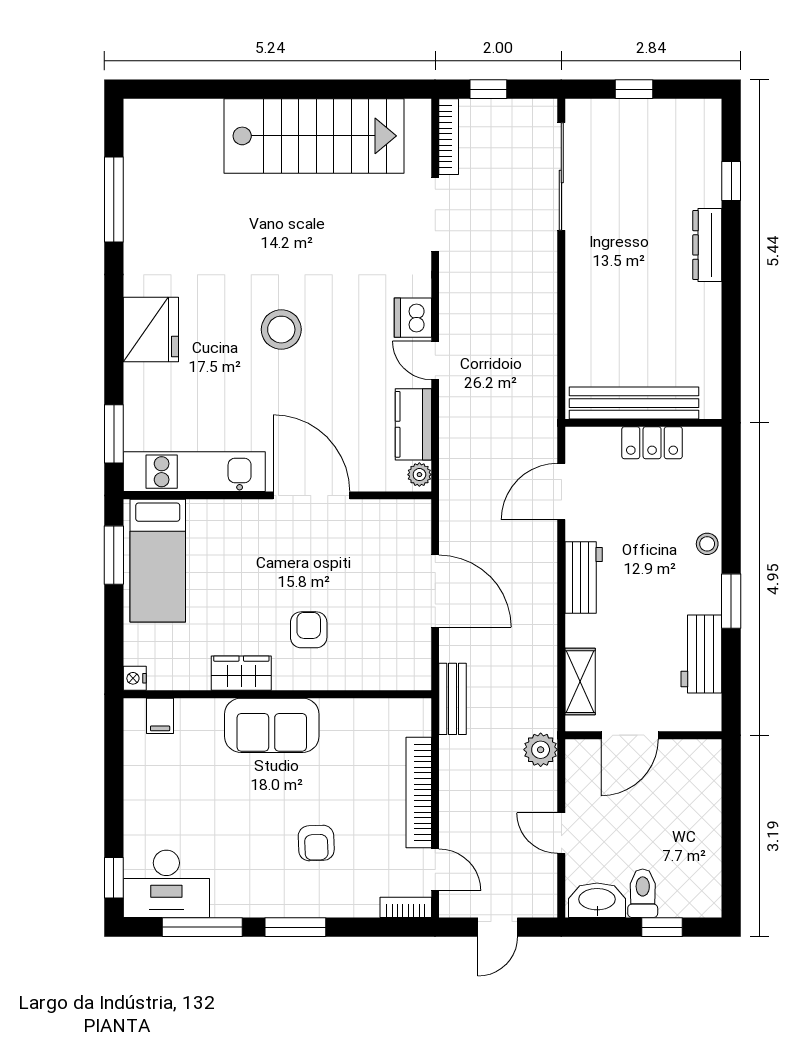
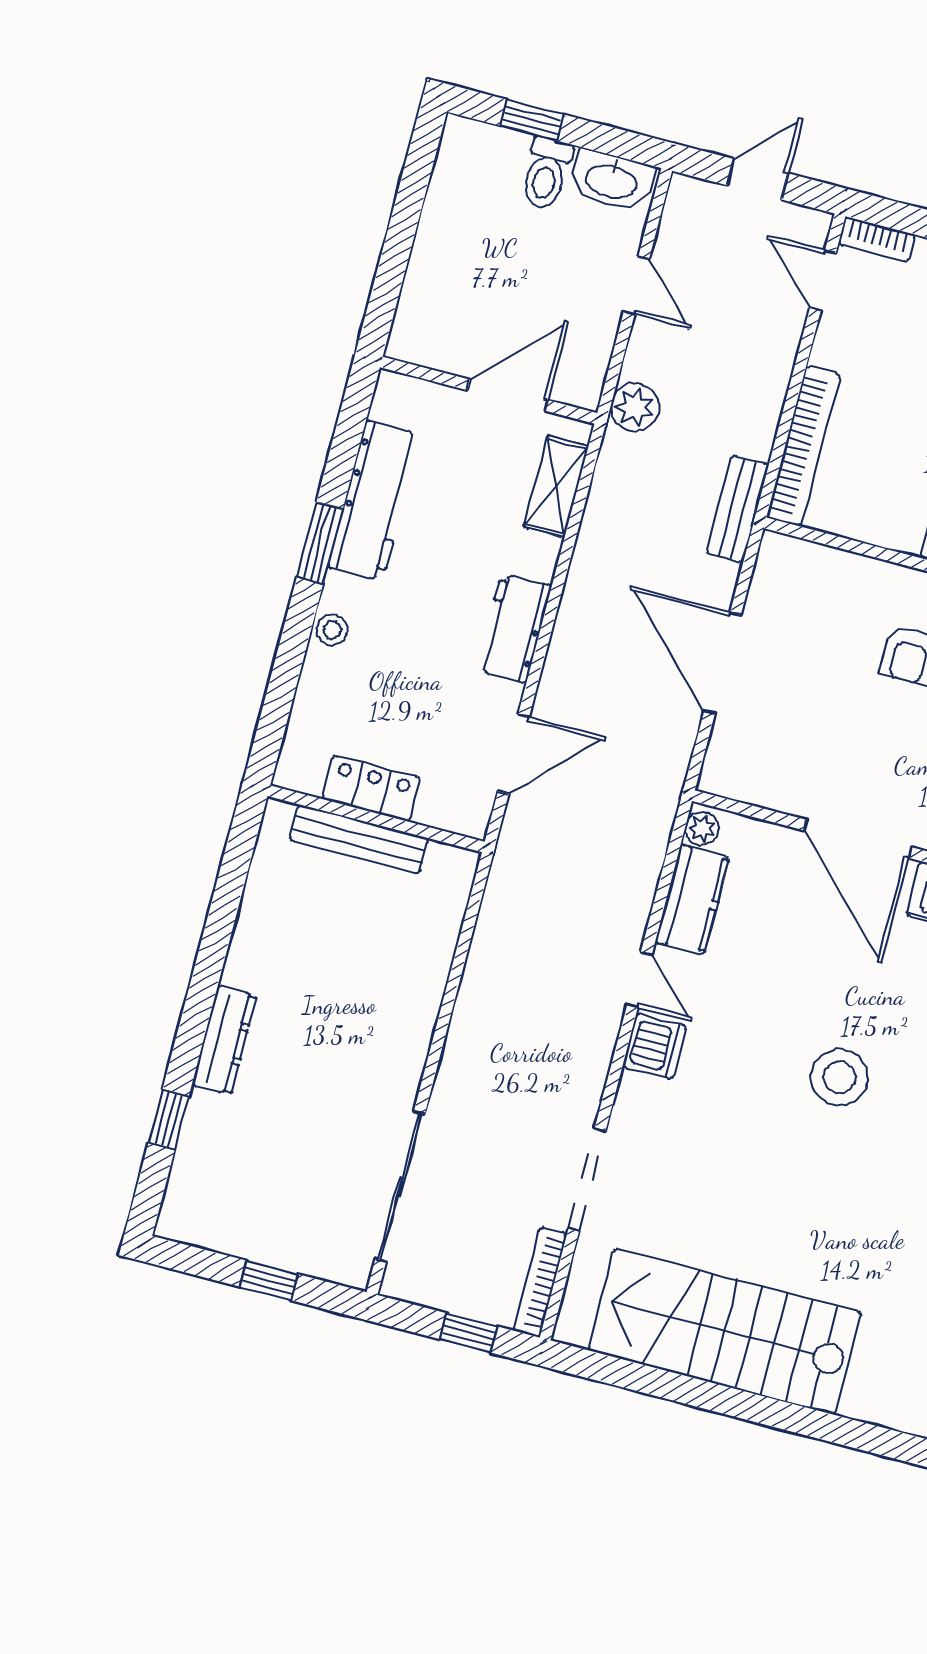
bench: (634, 403) -> (359, 839), width x0.73, depth x0.82
workbench: (701, 654) -> (374, 501), width x1.38
bookcase: (419, 793) -> (803, 446), moved

